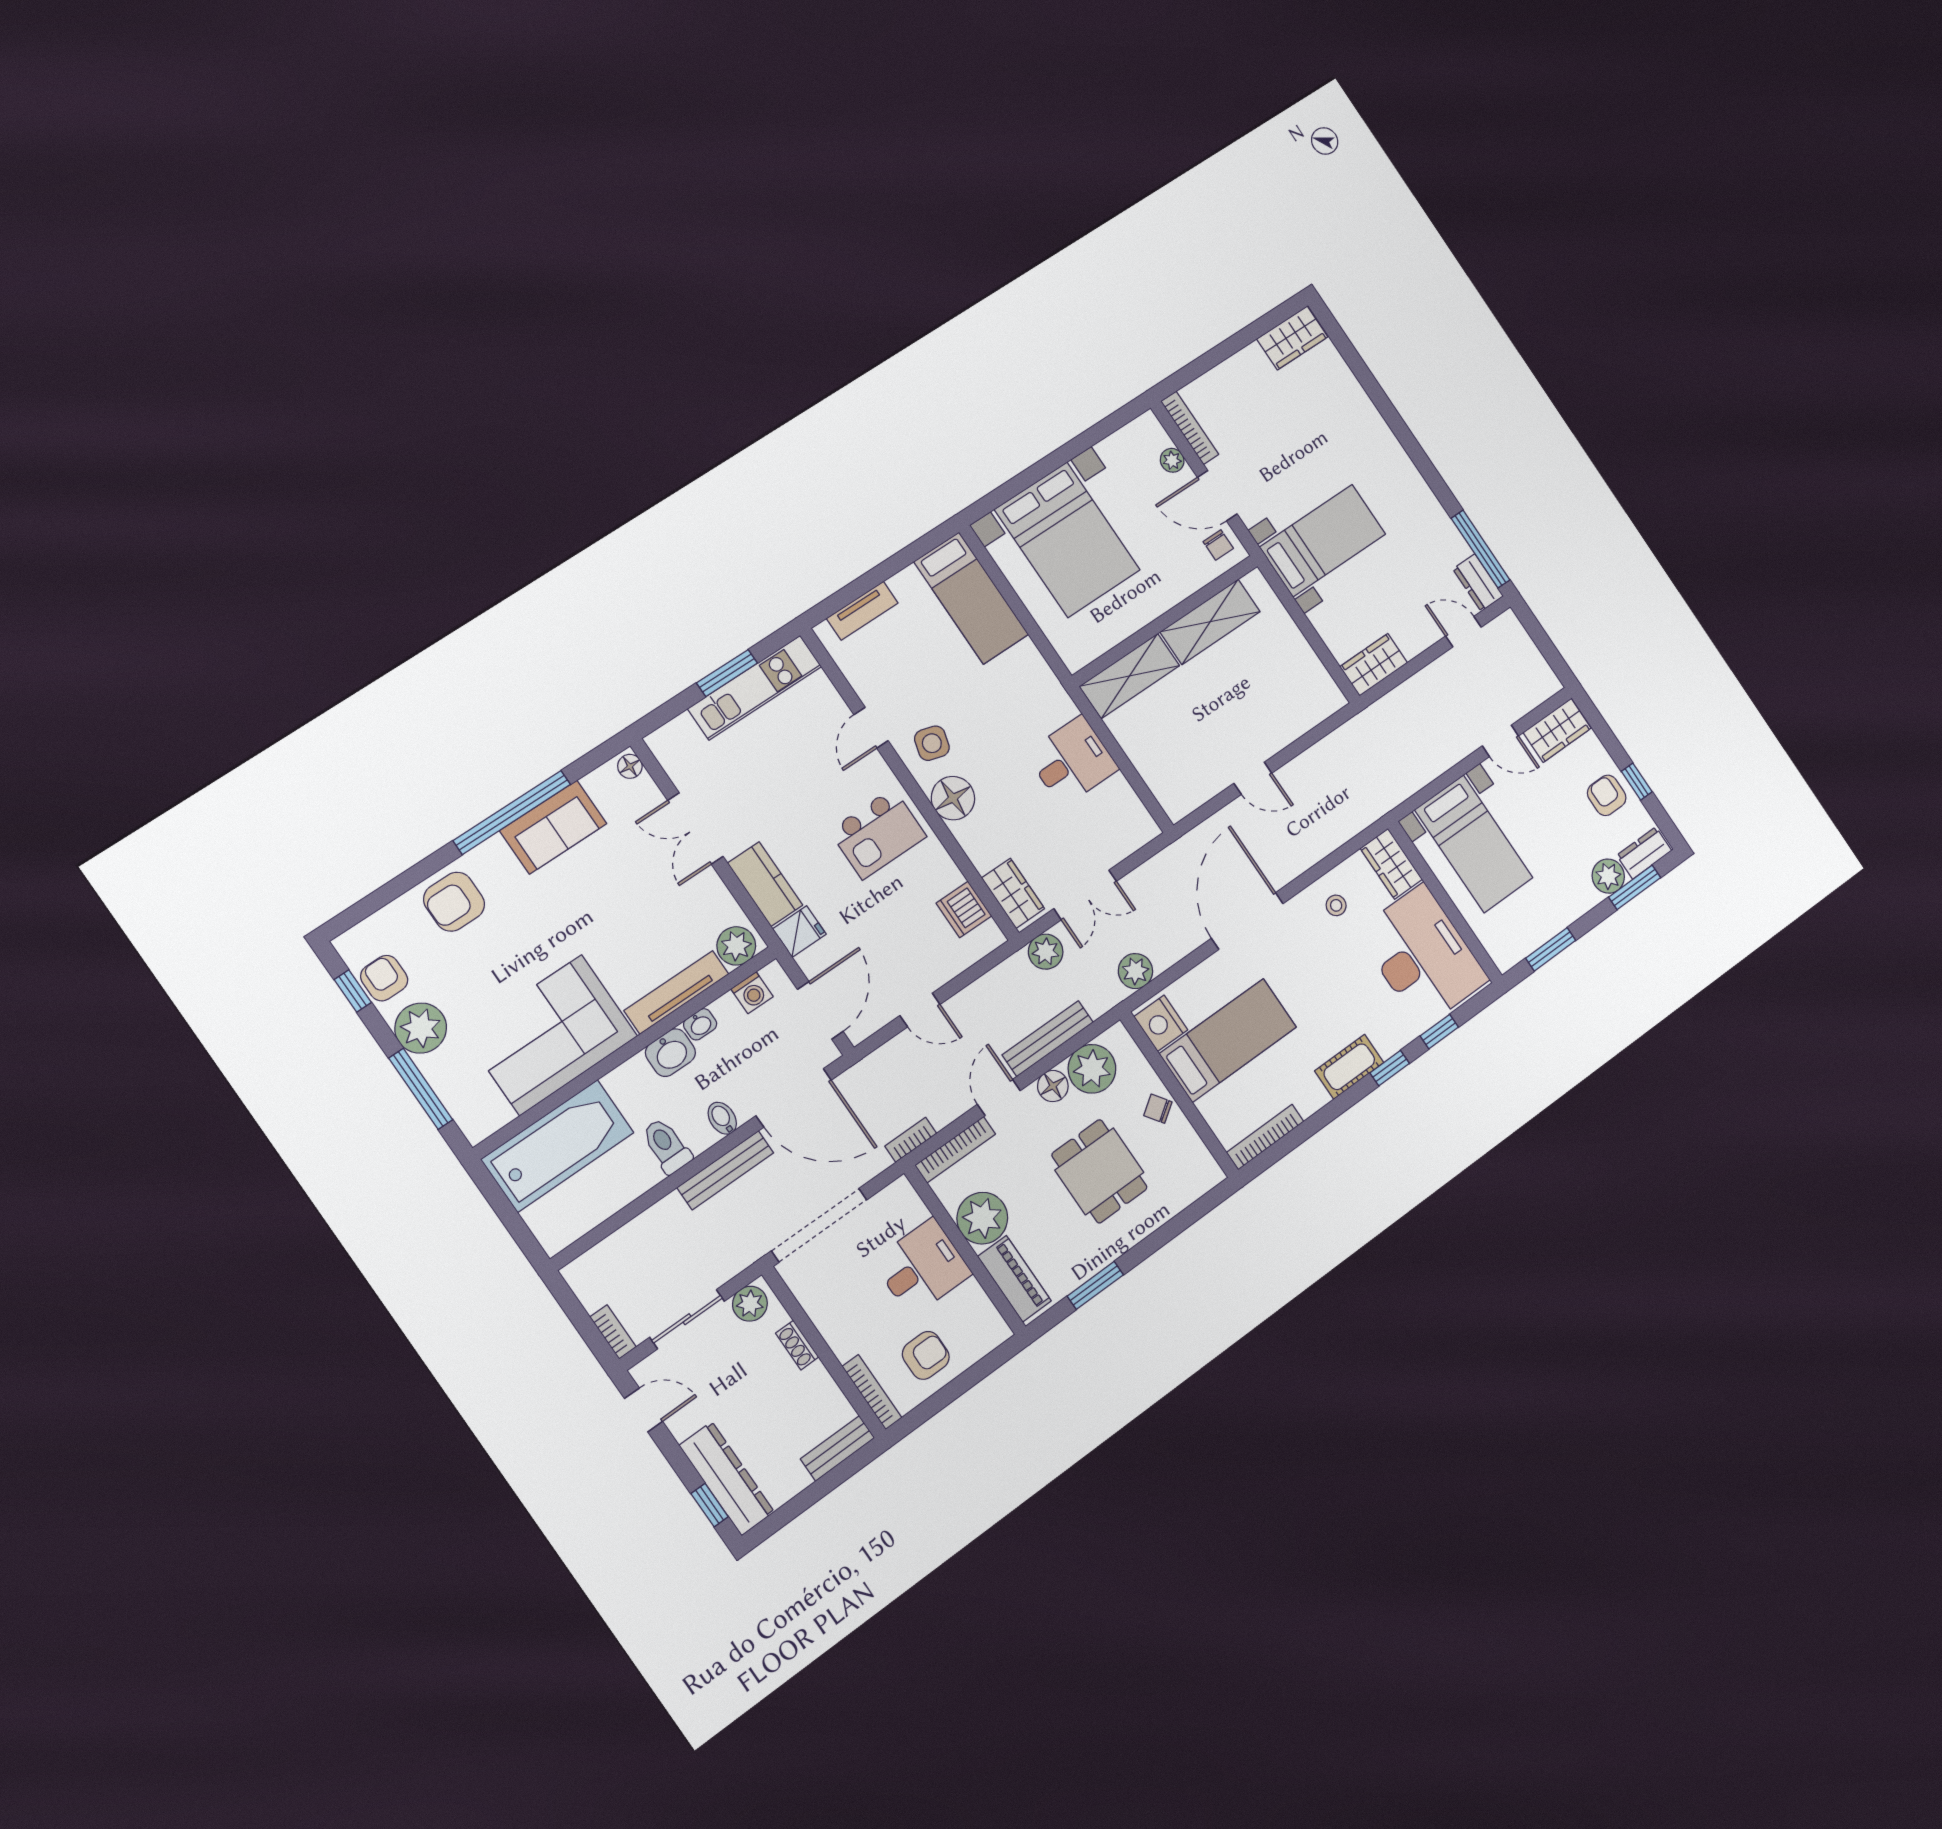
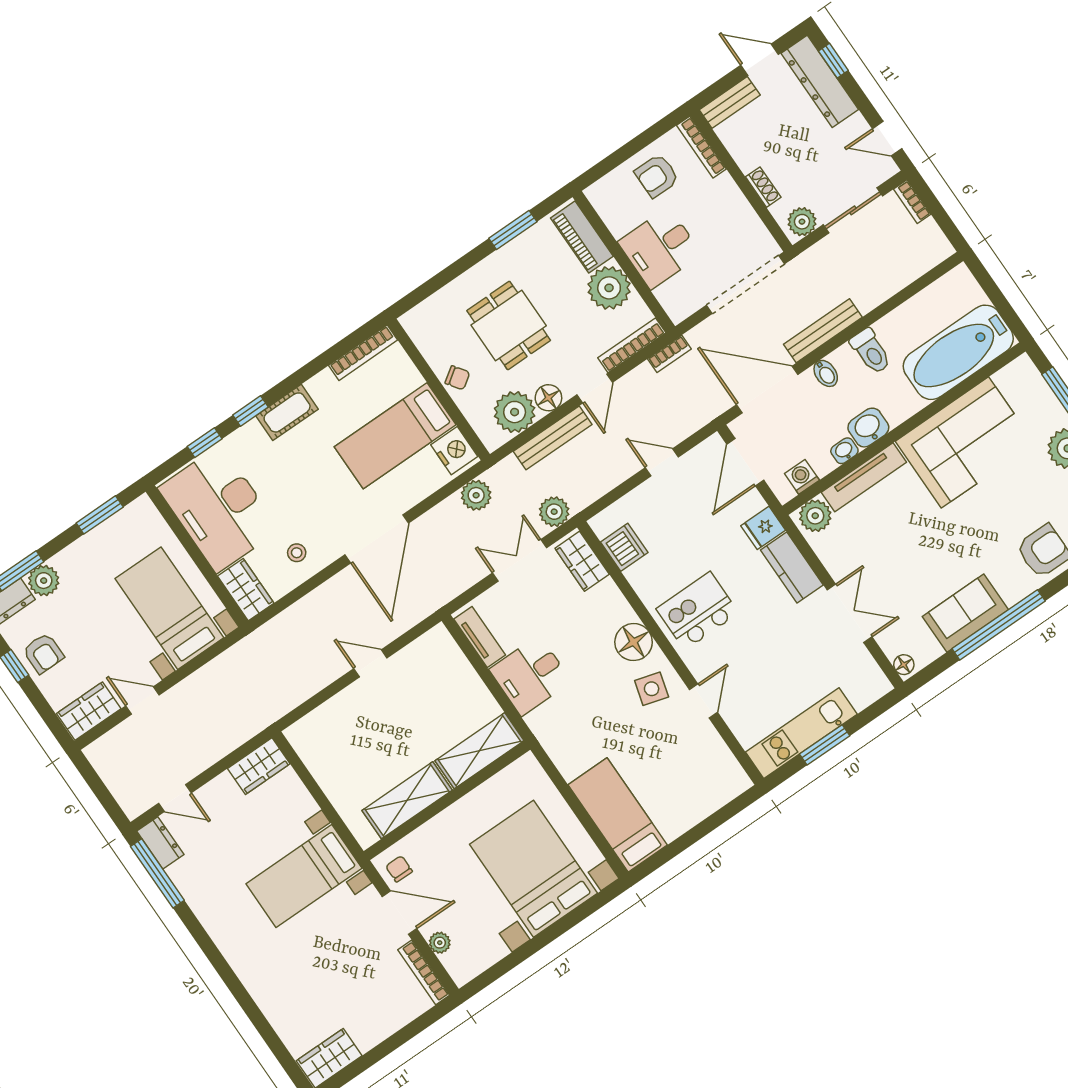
tv unit: (862, 611) -> (480, 637), moved, turned 90
door: (801, 1503) -> (759, 60), added

